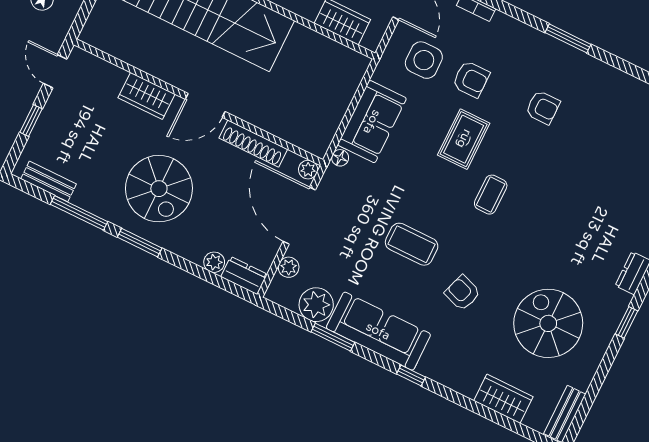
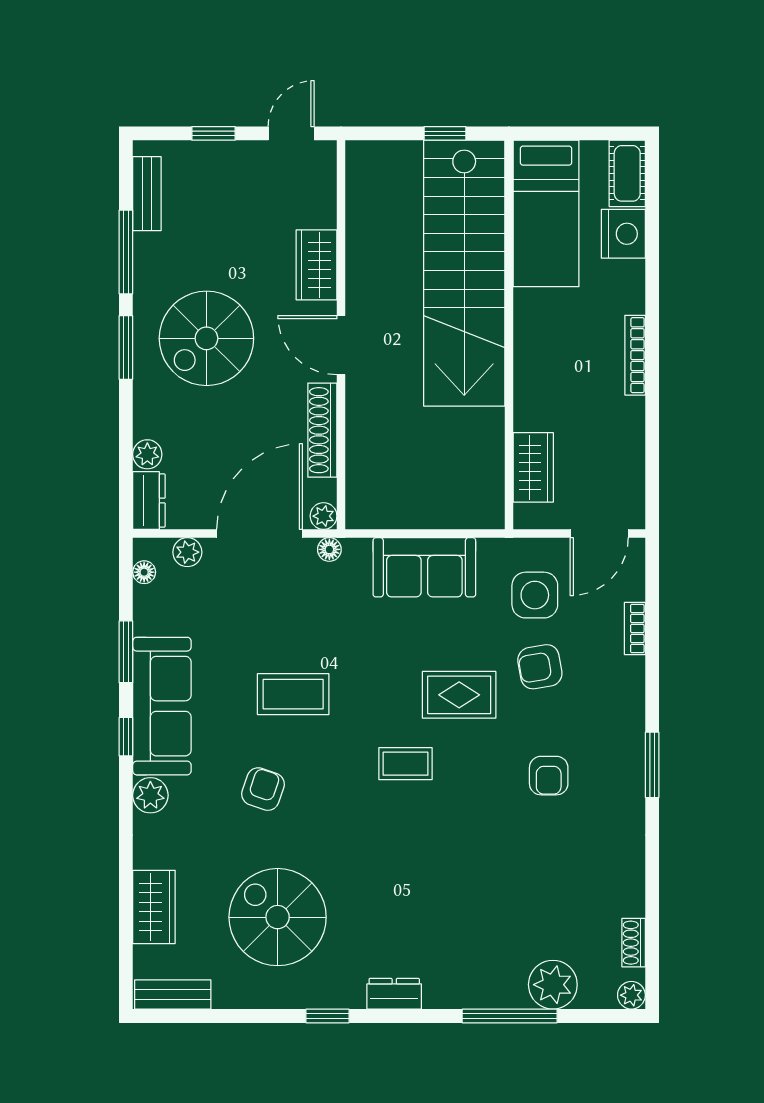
armchair: (471, 79) -> (540, 667), turned 80
floor lamp: (340, 158) -> (329, 549), moved
coffee table: (412, 244) -> (293, 694), turned 90
floor lamp: (288, 301) -> (144, 572), added
plant: (316, 305) -> (150, 795), moved, width x0.73, depth x0.73
spiral stairs: (548, 323) -> (278, 917), turned -90
window: (411, 375) -> (126, 737), moved

